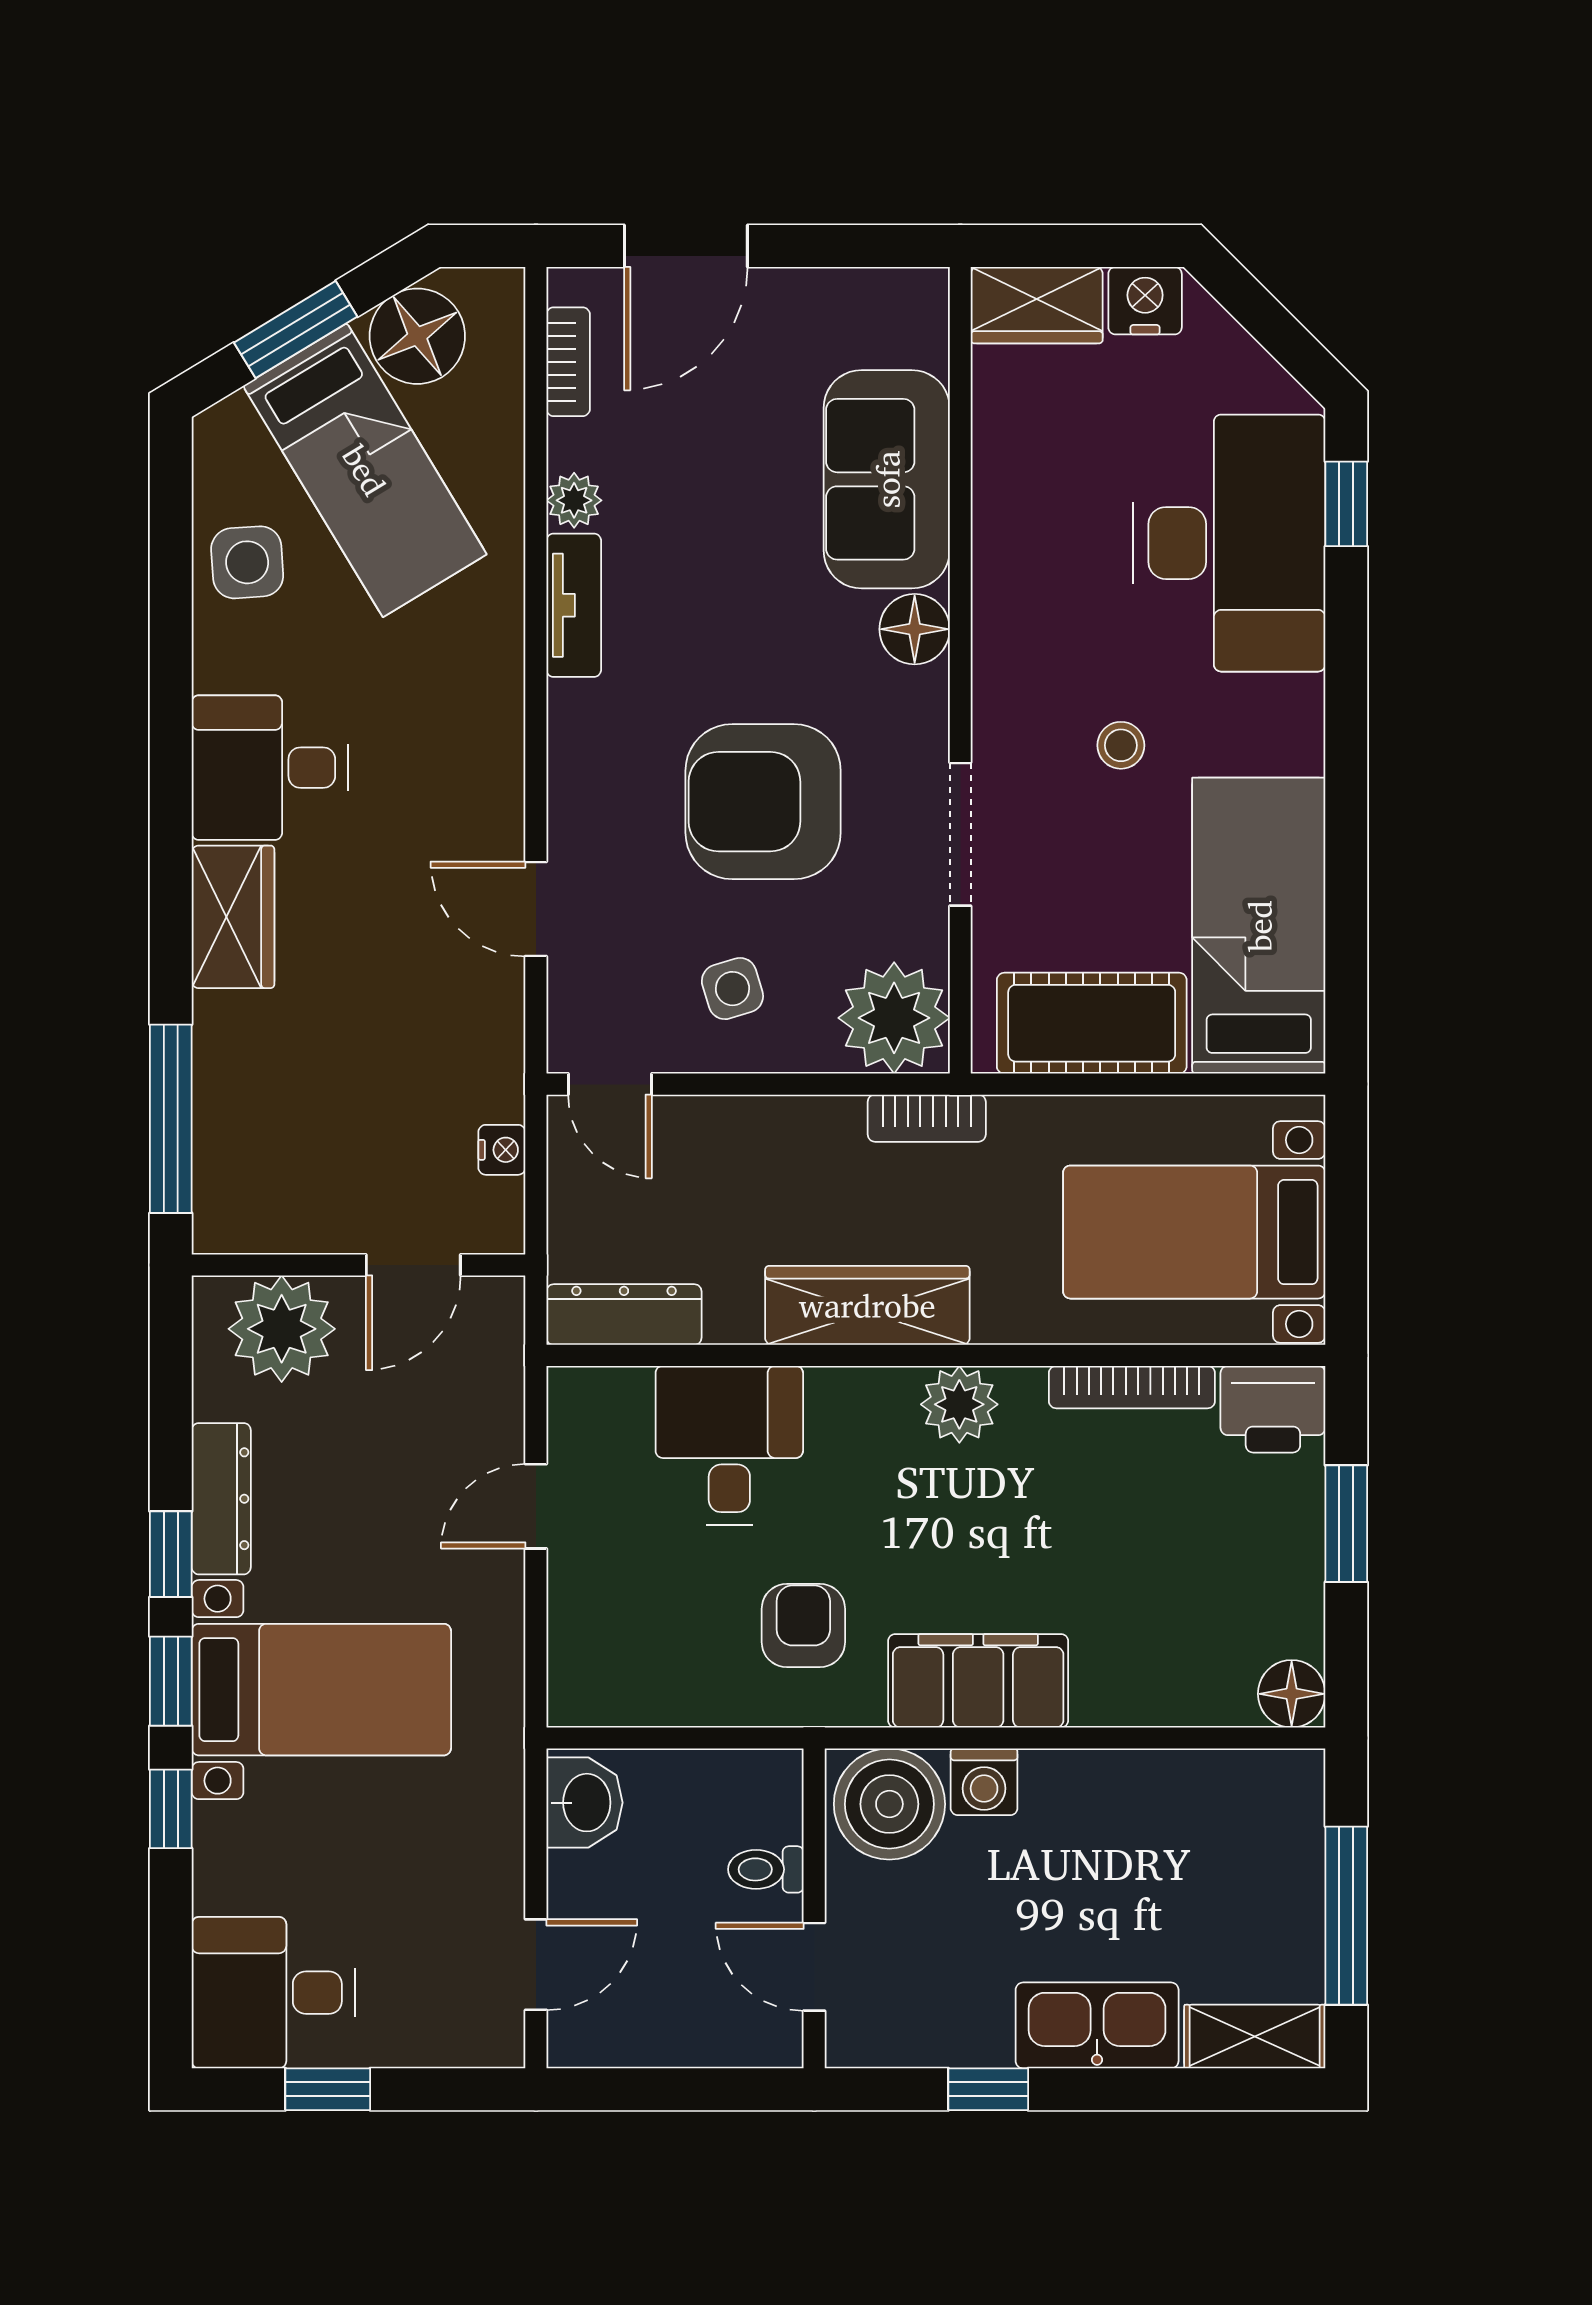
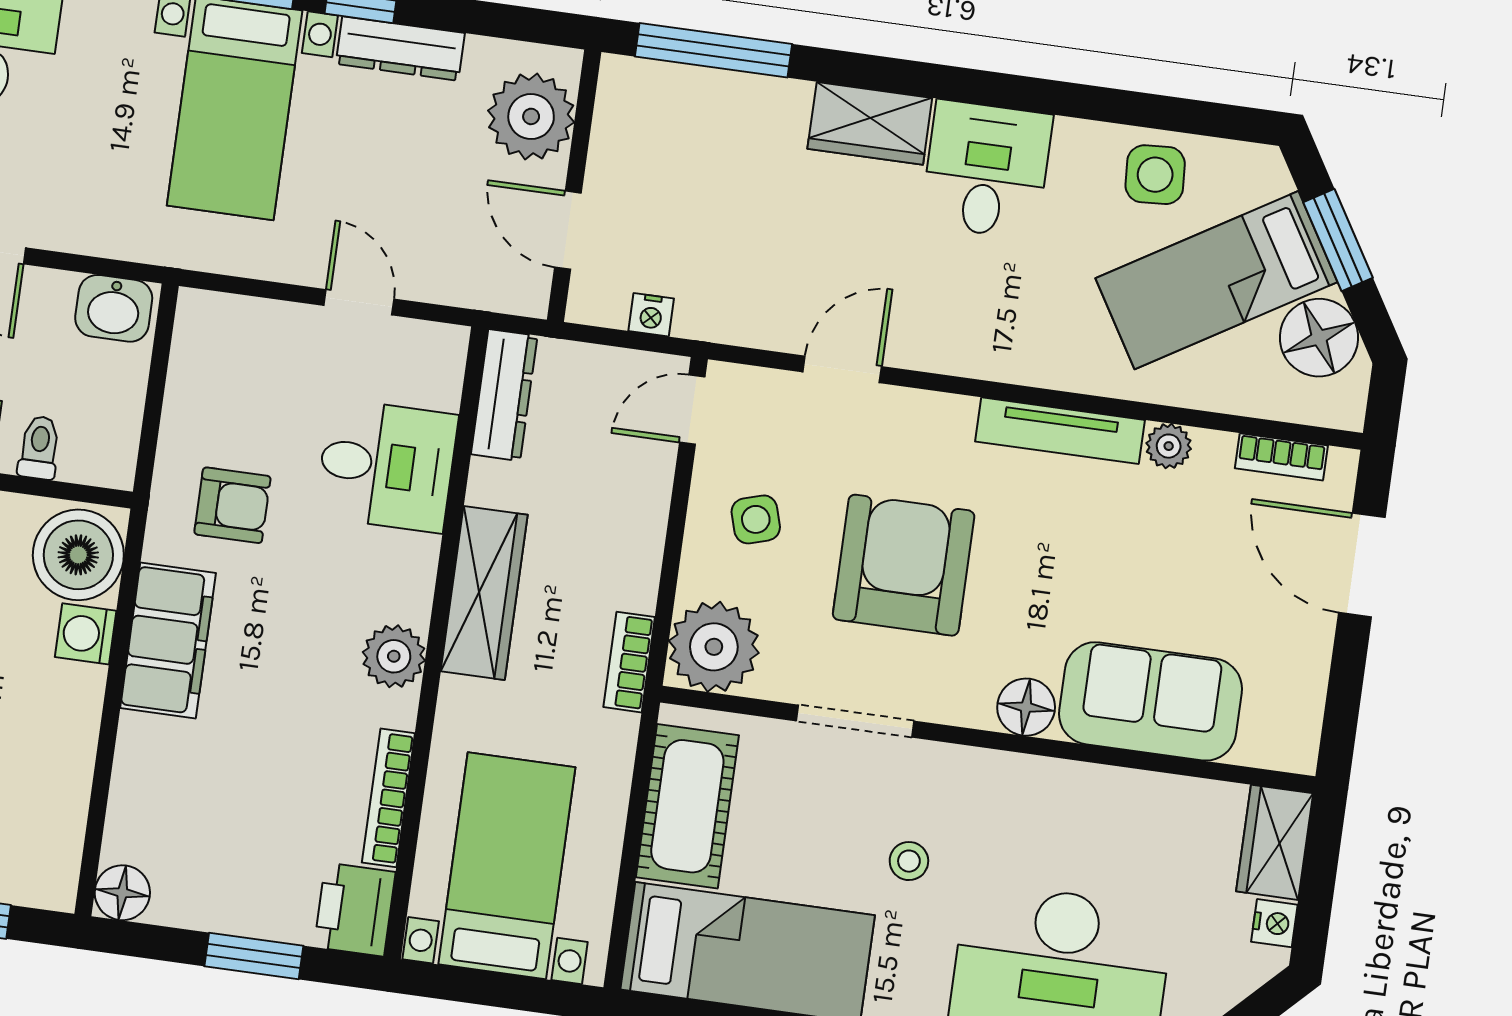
nightstand: (1145, 301) -> (1274, 923), width x0.72, depth x0.74
tv unit: (574, 605) -> (1060, 431), width x1.41

